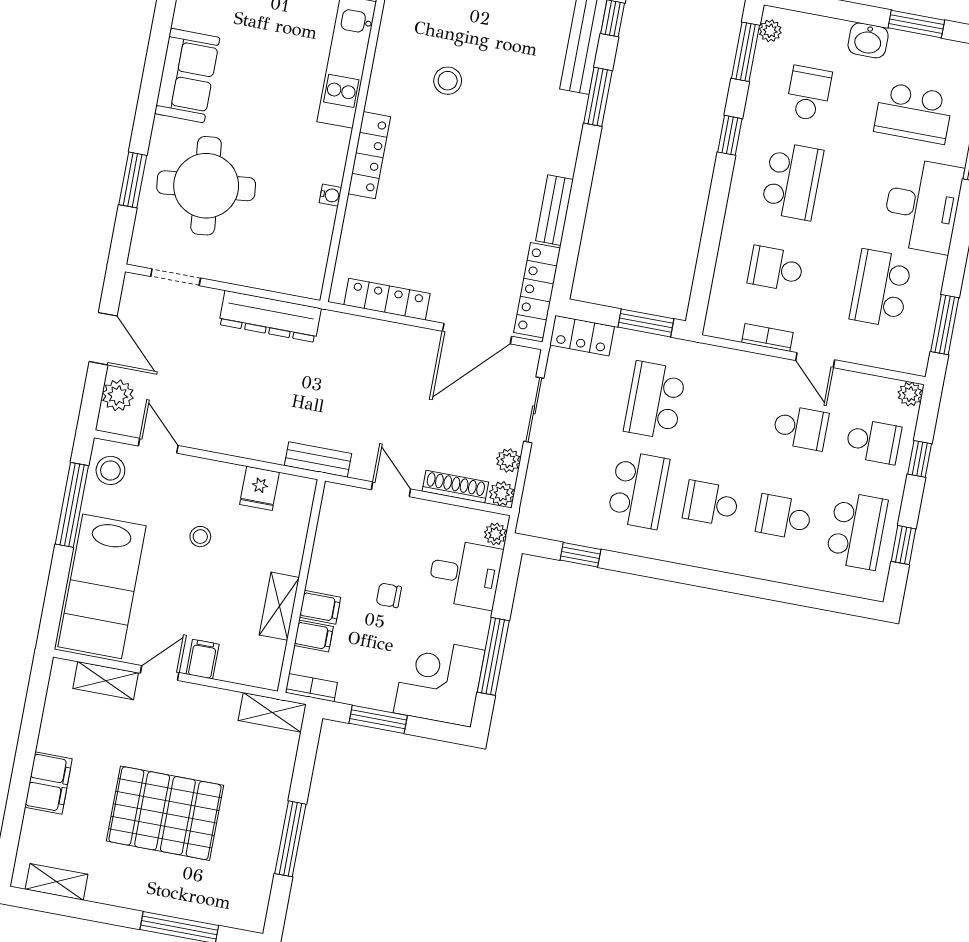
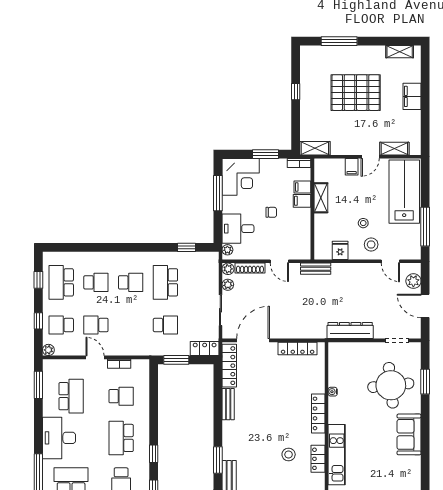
locker: (388, 60) -> (318, 459), added
school desk: (655, 400) -> (165, 325), width x0.54
stool: (110, 470) -> (371, 245), moved
window: (290, 839) -> (296, 92), width x0.46

